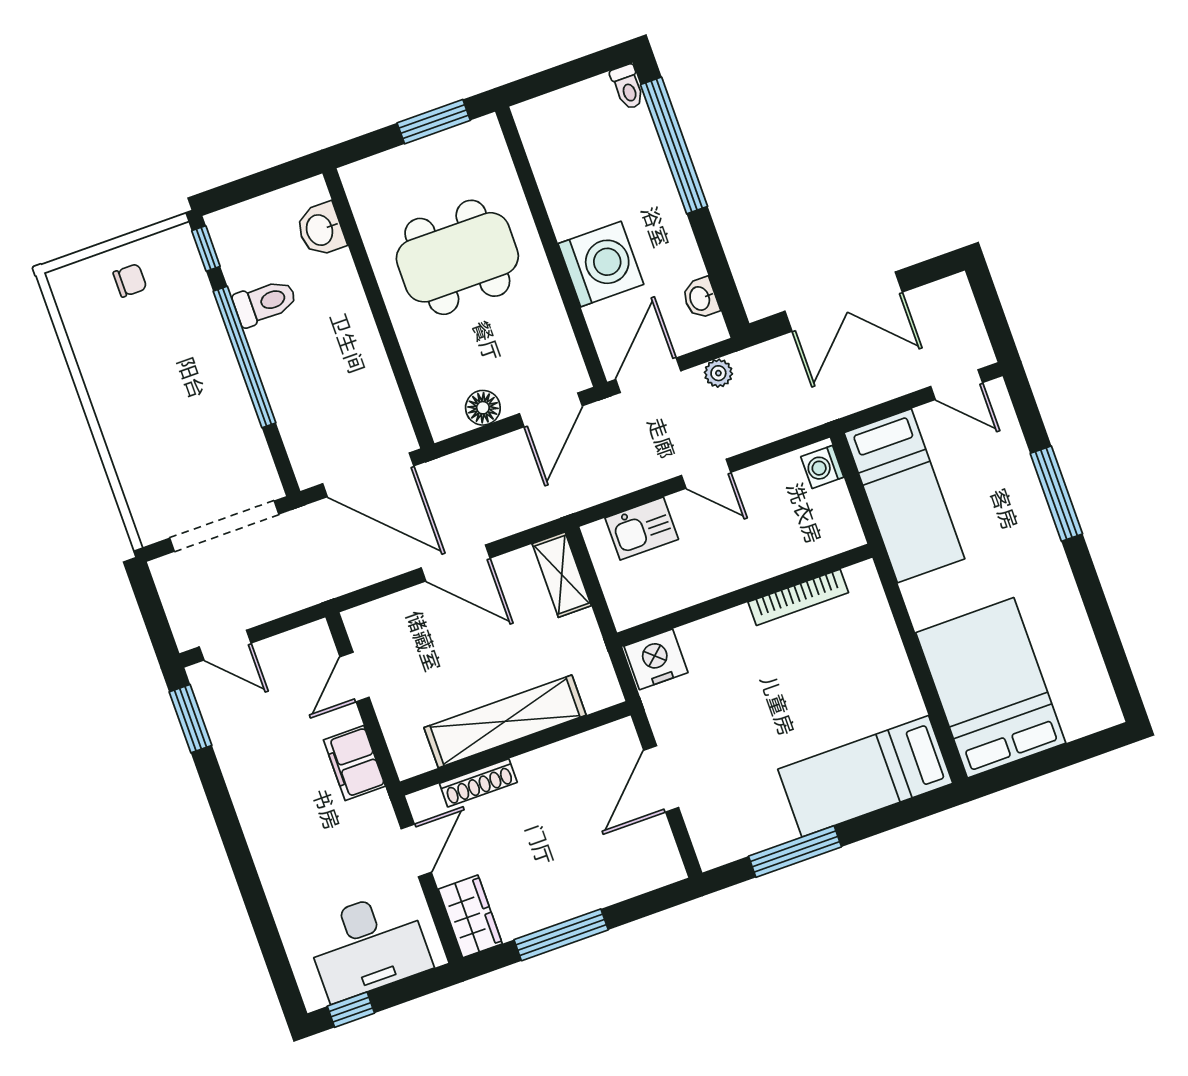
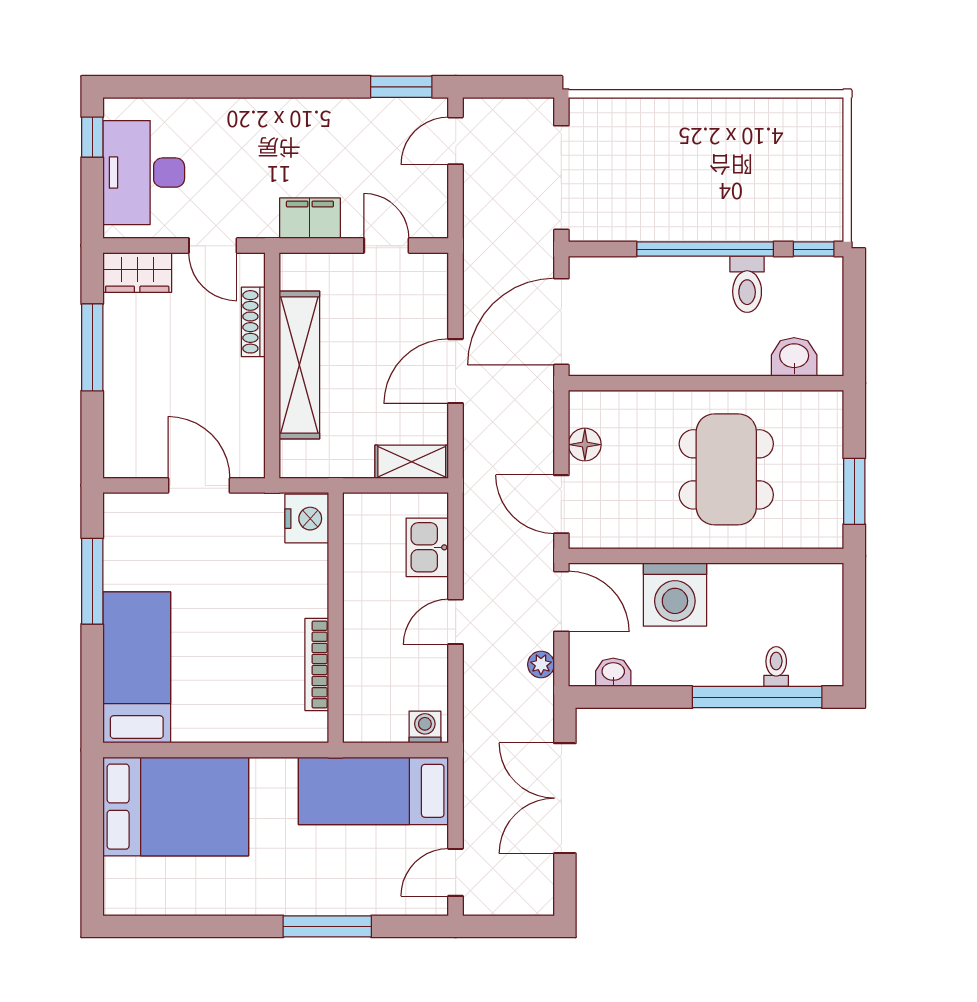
toilet: (628, 87) -> (776, 667), moved, turned 90
chair: (130, 280) -> (809, 171), removed

